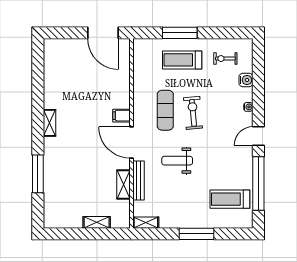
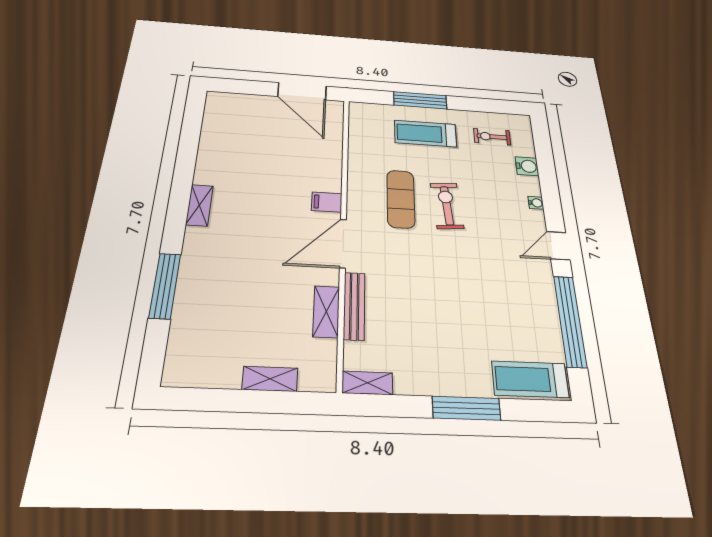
door: (132, 143) -> (343, 243), hinge flipped
weight bench: (177, 161) -> (424, 276), removed
treadmill: (230, 199) -> (530, 379), moved

